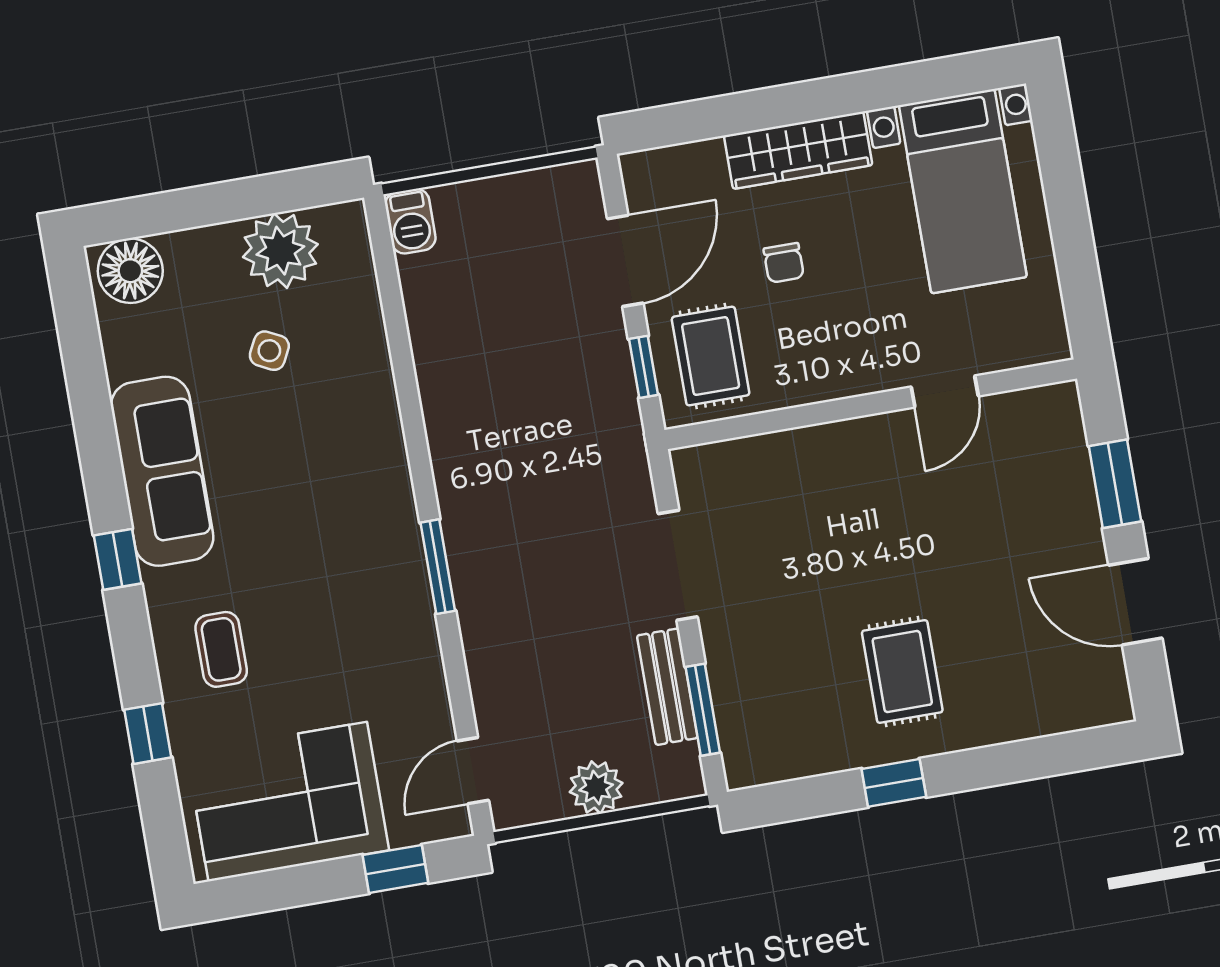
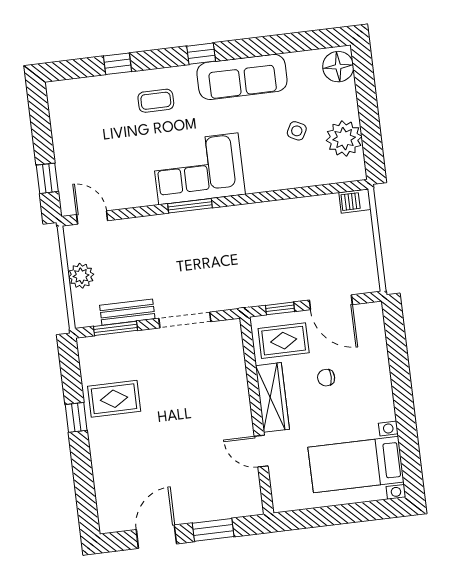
wardrobe: (798, 150) -> (272, 397), moved, turned 180
rug: (902, 672) -> (114, 399), moved
corner sofa: (288, 802) -> (198, 169), moved, turned -90

